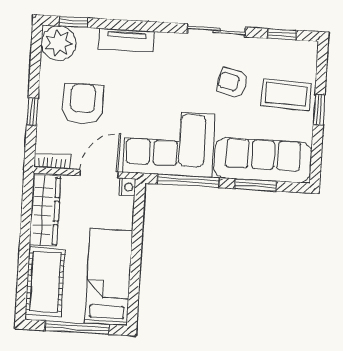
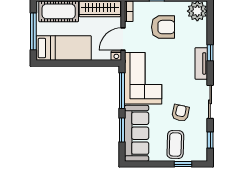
window: (74, 22) -> (210, 53), moved
tv unit: (126, 40) -> (201, 63), moved
window: (319, 110) -> (183, 164), moved
door: (99, 174) -> (123, 39), swing flipped

